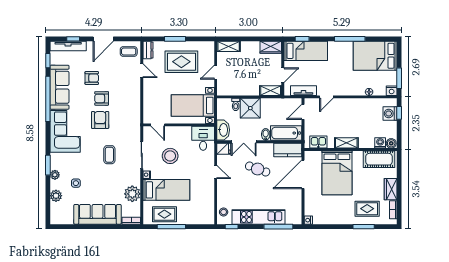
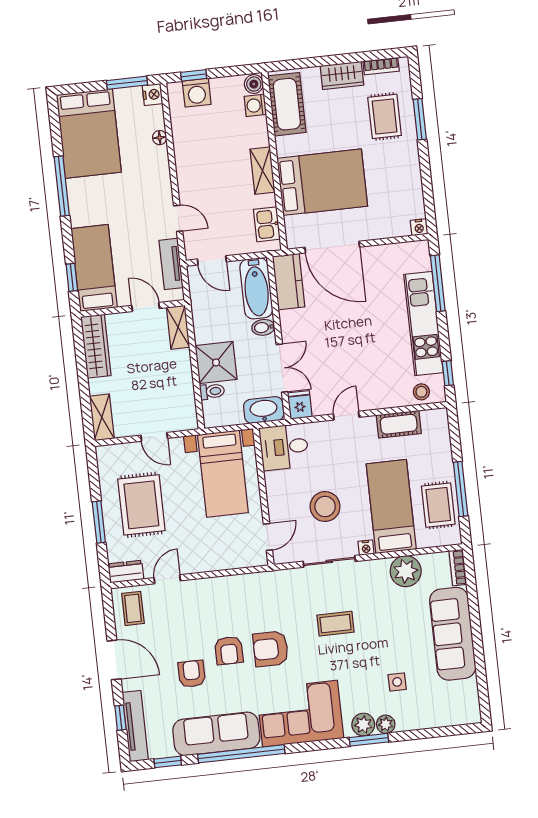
wardrobe: (271, 47) -> (96, 346), width x1.50
cafe table: (258, 169) -> (332, 336), removed
plant: (56, 196) -> (363, 725), moved
cot: (208, 198) -> (399, 424), added

